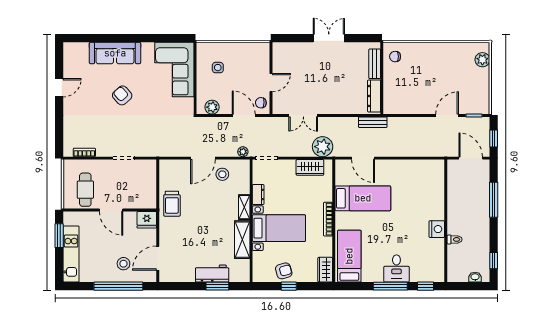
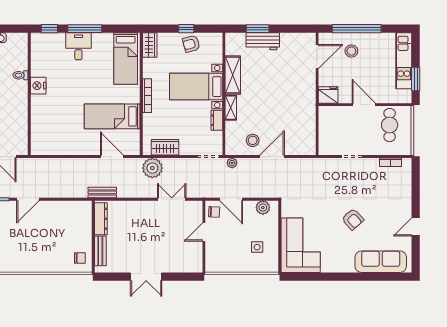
sofa: (115, 53) -> (381, 262), moved
trolley: (172, 204) -> (303, 111), removed

